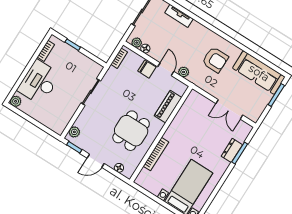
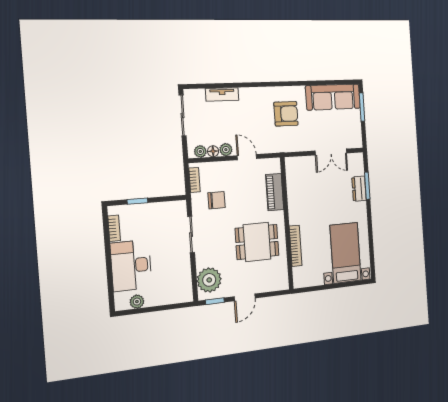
chair: (147, 69) -> (217, 200), moved
plant: (184, 72) -> (226, 150), moved
plant: (16, 101) -> (137, 302), moved
dining table: (131, 131) -> (257, 242), turned 90
plant: (74, 132) -> (209, 280), width x1.88, depth x1.88
floor lamp: (119, 168) -> (271, 286), removed

